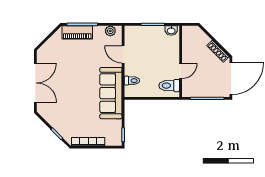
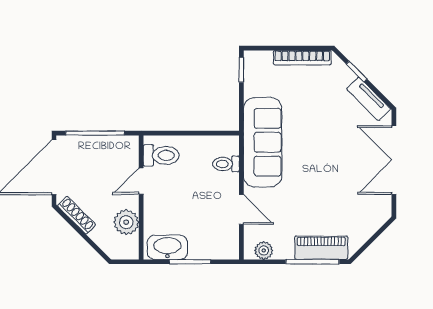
washbasin: (171, 31) -> (167, 247), width x1.91, depth x1.45
plant: (189, 47) -> (126, 222), added
tv unit: (50, 118) -> (369, 99), added

